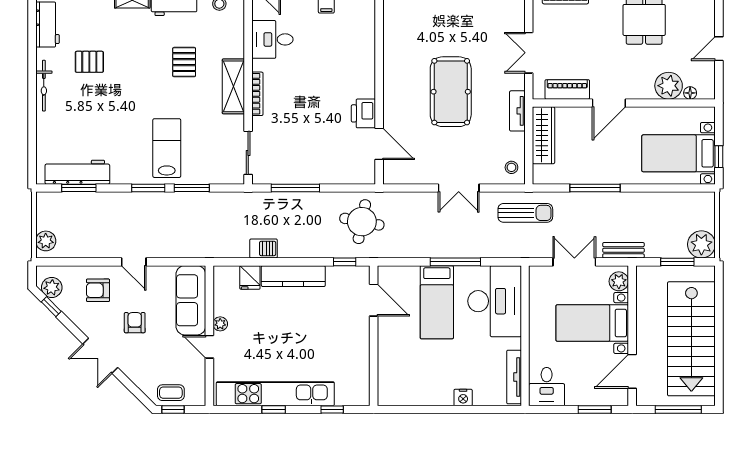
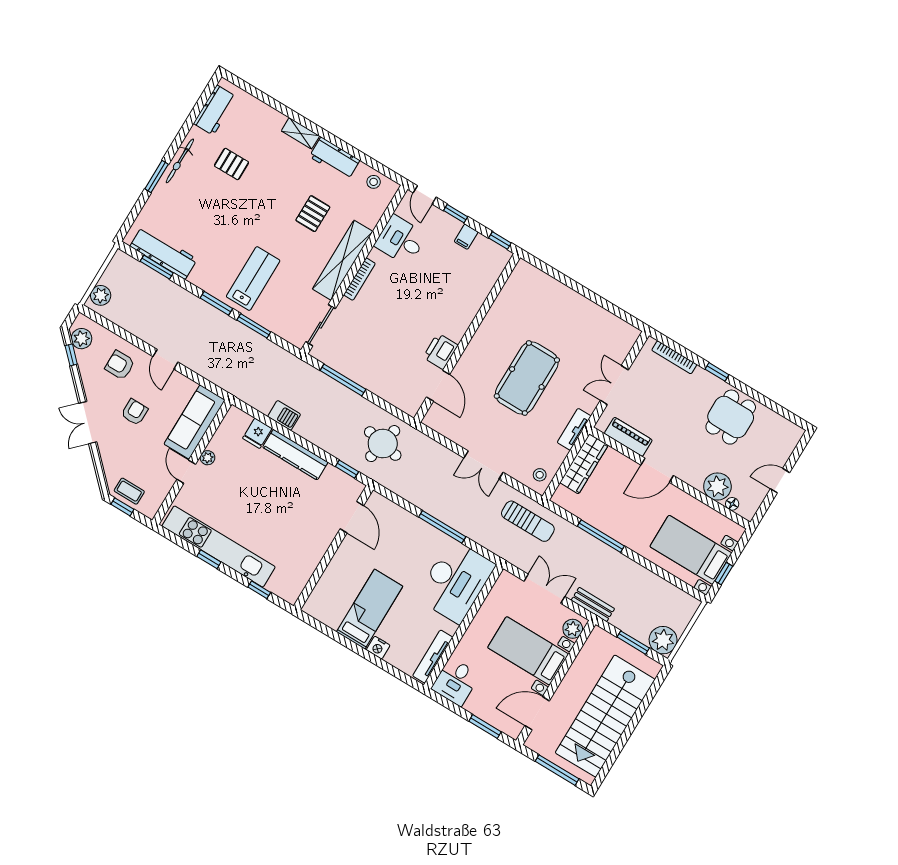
shelving: (233, 86) -> (343, 260), width x1.47
window: (32, 111) -> (157, 176), added
bed: (437, 302) -> (370, 609), moved, turned 180

